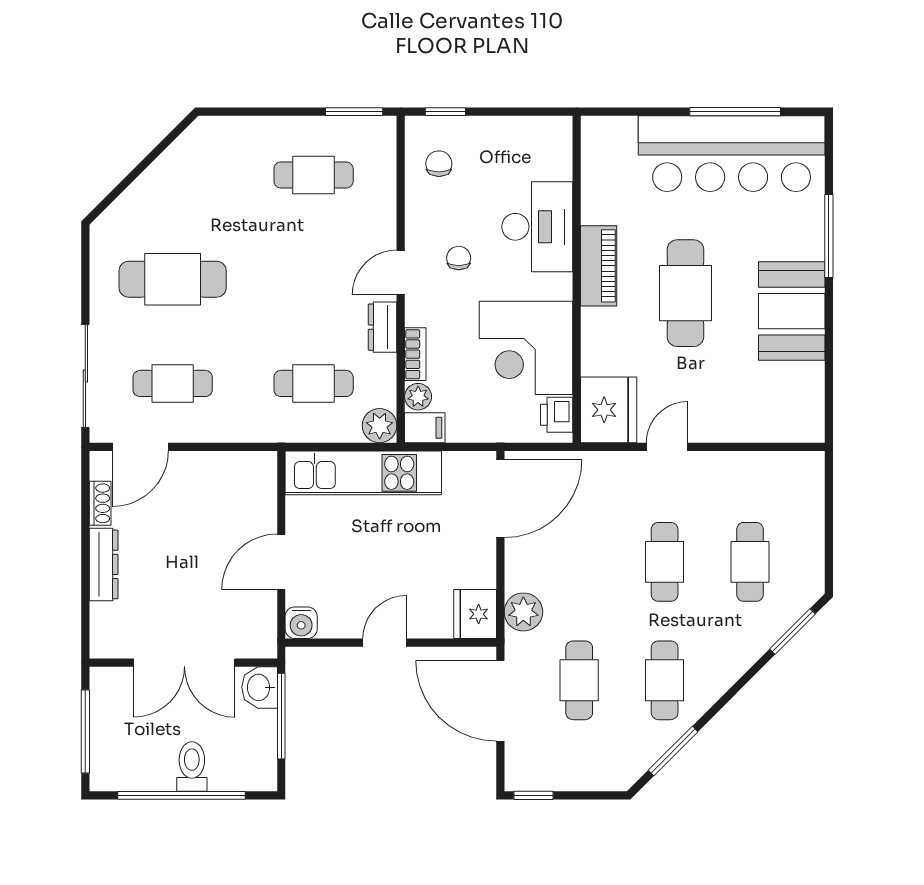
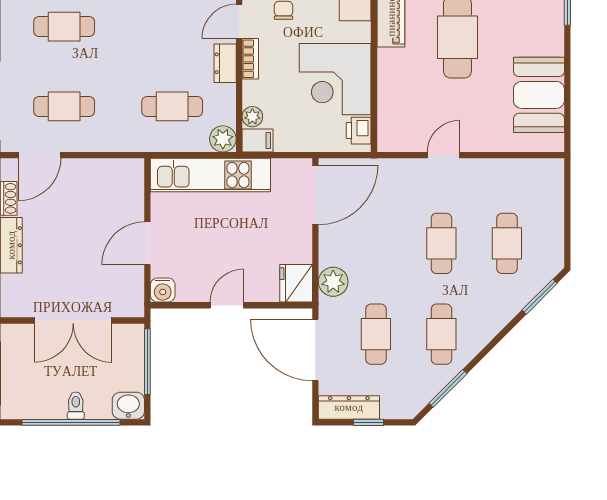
cafe table: (173, 279) -> (64, 27), width x0.73, depth x0.74
booth: (792, 311) -> (539, 95), moved
bookcase: (415, 354) -> (250, 59), moved
fridge: (609, 410) -> (398, 127), removed
washbasin: (260, 687) -> (128, 406), moved, turned 90
toilet: (192, 767) -> (76, 406), width x0.73, depth x0.72
dresser: (544, 776) -> (349, 407), added
window: (533, 795) -> (369, 422), moved

